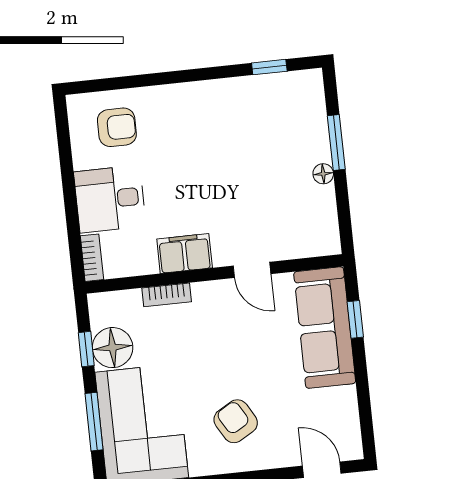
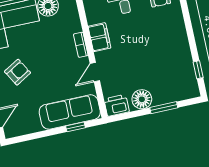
floor lamp: (323, 174) -> (142, 99), width x1.89, depth x1.89
printer: (322, 234) -> (117, 105), added
bookcase: (167, 295) -> (81, 45), moved

